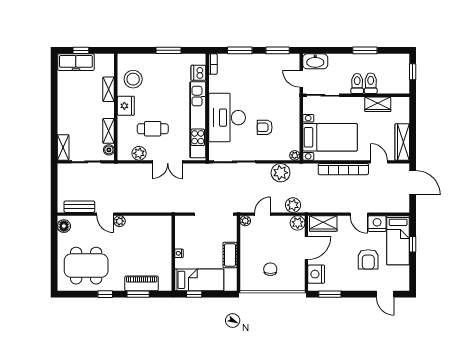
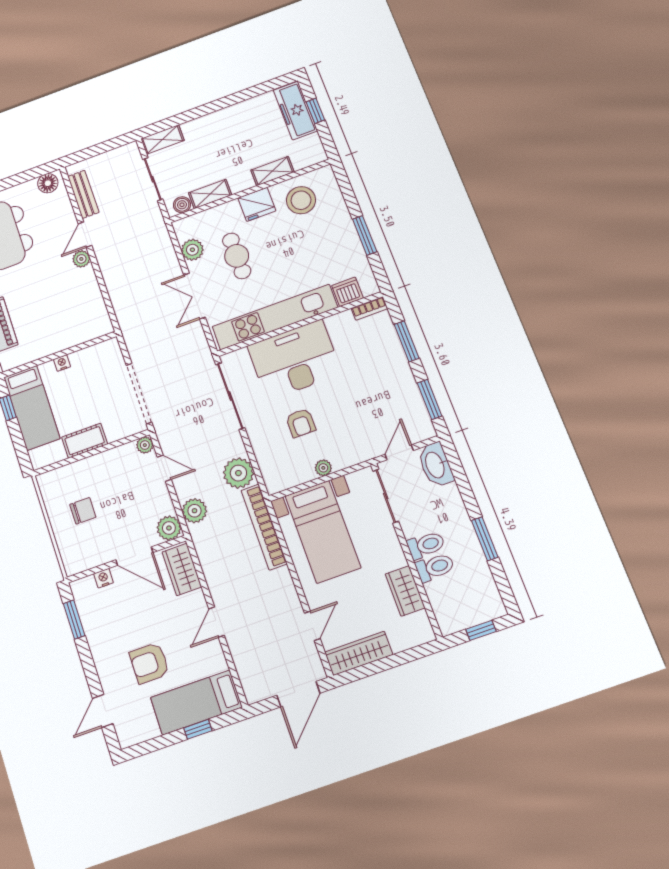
armchair: (265, 127) -> (301, 423), turned 180
plant: (295, 155) -> (323, 468), moved
bookcase: (343, 169) -> (264, 527), moved
nightstand: (377, 224) -> (211, 658), removed
nightstand: (316, 274) -> (104, 578), width x0.53, depth x0.56

